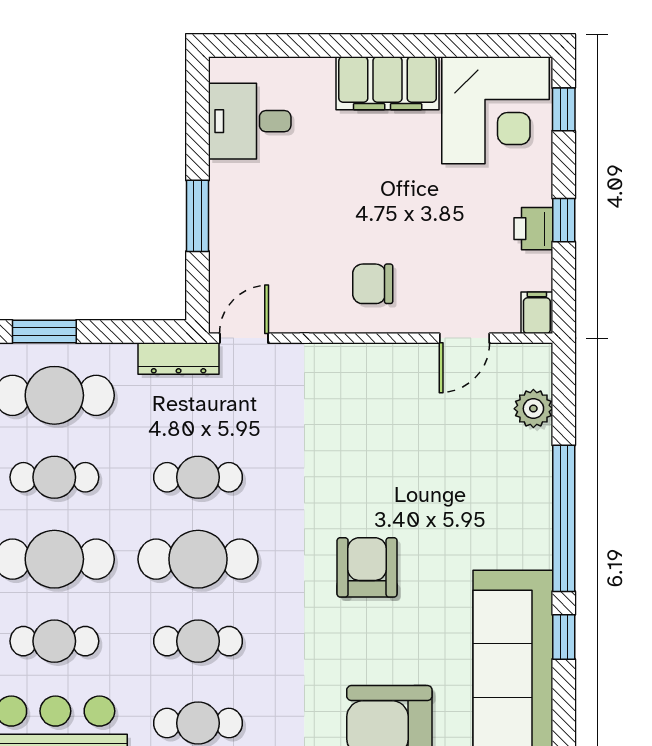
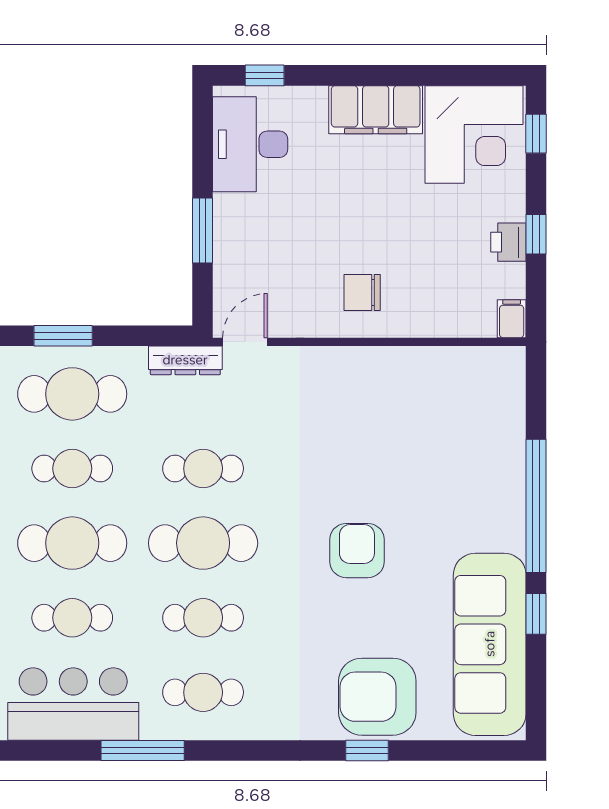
window: (266, 45) -> (265, 75), added
desk: (250, 121) -> (250, 144), width x1.37
door: (465, 338) -> (446, 342), removed
plant: (533, 409) -> (508, 406), removed

